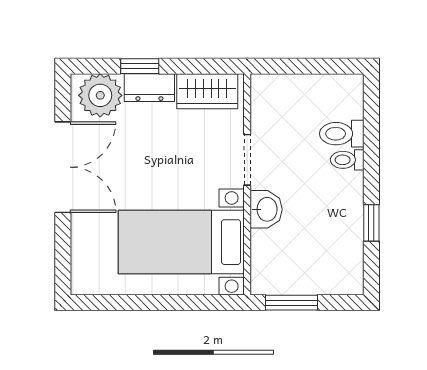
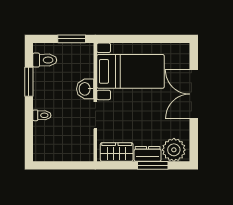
window: (140, 66) -> (153, 165), width x1.50
toilet: (342, 134) -> (45, 60), moved
double door: (63, 167) -> (194, 94), moved
window: (371, 223) -> (29, 82), width x1.50

